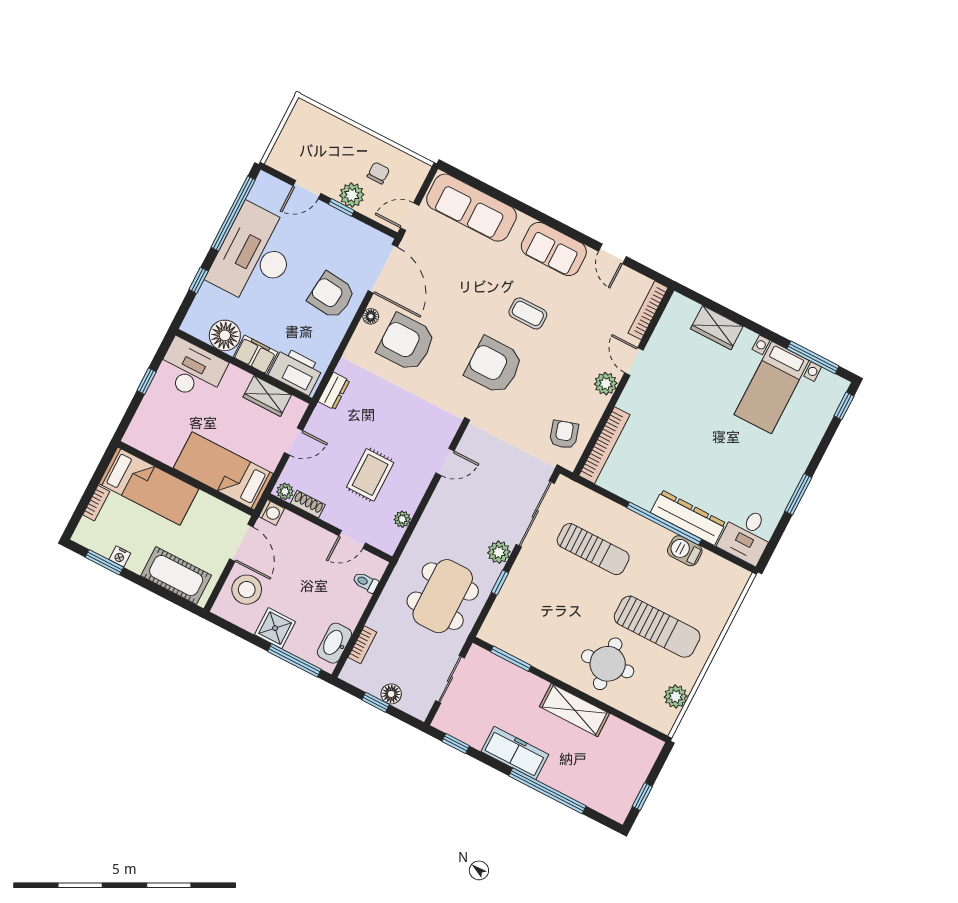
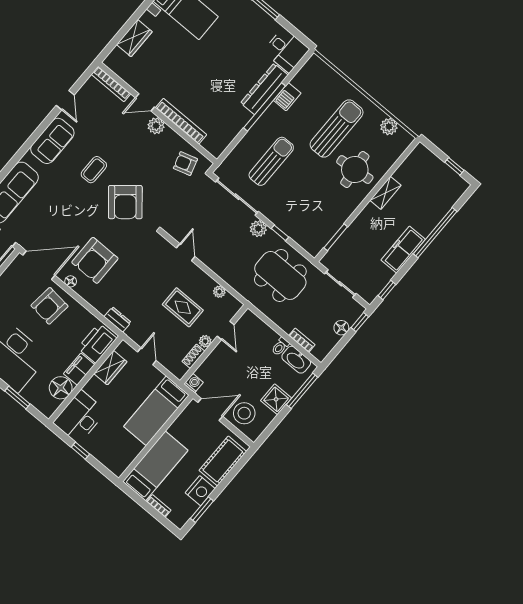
door: (612, 254) -> (65, 100), hinge flipped
window: (199, 280) -> (17, 398), width x1.50
armchair: (494, 366) -> (125, 202), turned -40
bookcase: (604, 445) -> (181, 121), moved
plant: (285, 491) -> (205, 341), moved
nightstand: (120, 556) -> (200, 491), width x1.89, depth x1.79
toilet: (366, 582) -> (280, 346), moved
window: (375, 702) -> (360, 322), moved
shelving: (574, 710) -> (386, 193), width x0.67, depth x0.75

